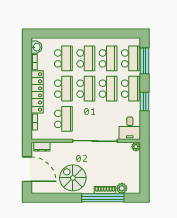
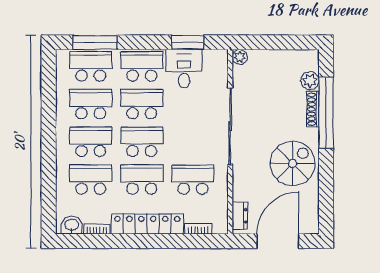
window: (145, 102) -> (187, 42), moved
desk: (130, 128) -> (184, 69), moved, turned -90
spiral stairs: (73, 178) -> (293, 163), turned 180

